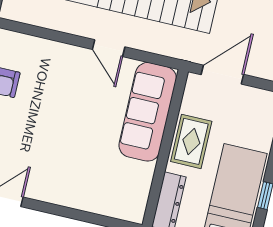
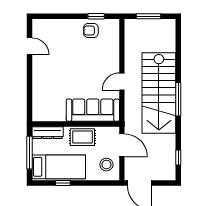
stool: (250, 110) -> (106, 165), added

